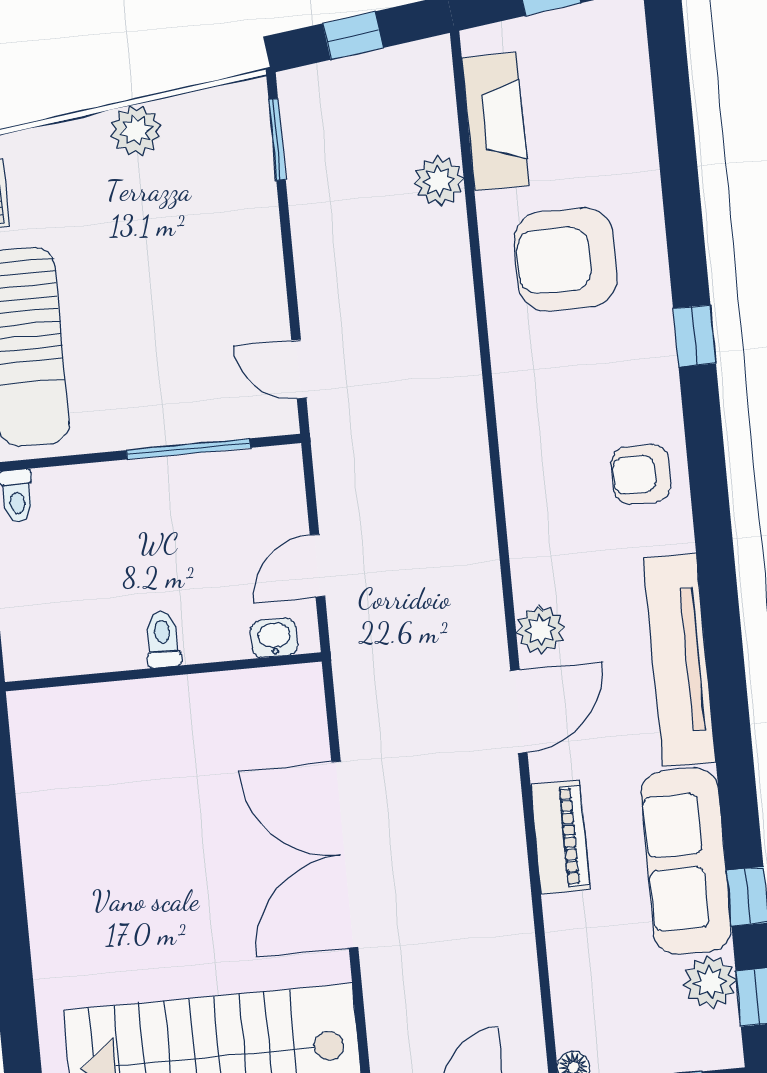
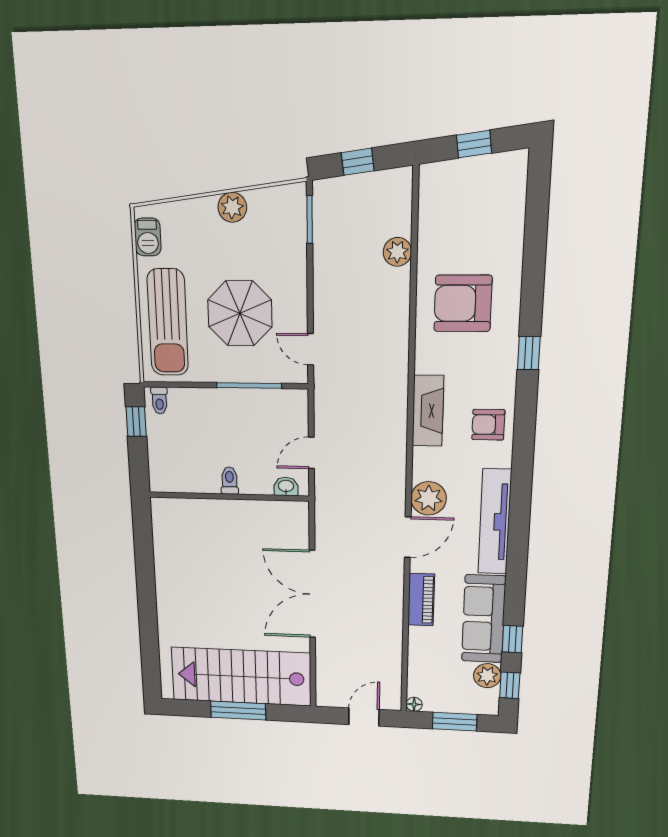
fireplace: (495, 122) -> (428, 411), moved
parasol: (162, 316) -> (240, 313), added
plant: (540, 630) -> (429, 498), width x1.36, depth x1.36

